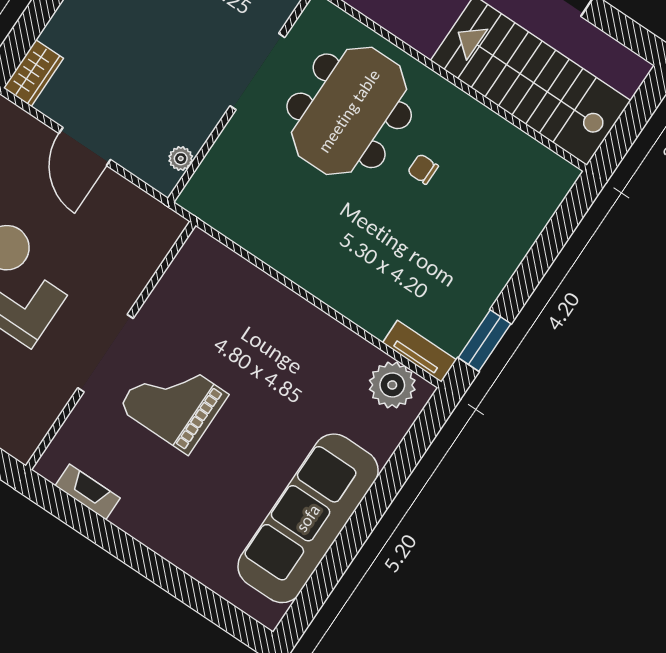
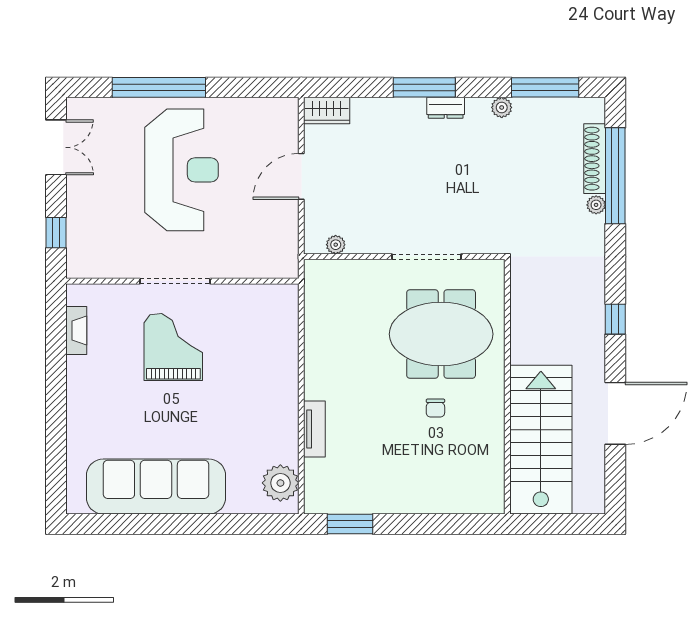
chair: (423, 169) -> (435, 408), turned 180
tv unit: (419, 351) -> (314, 429), moved

